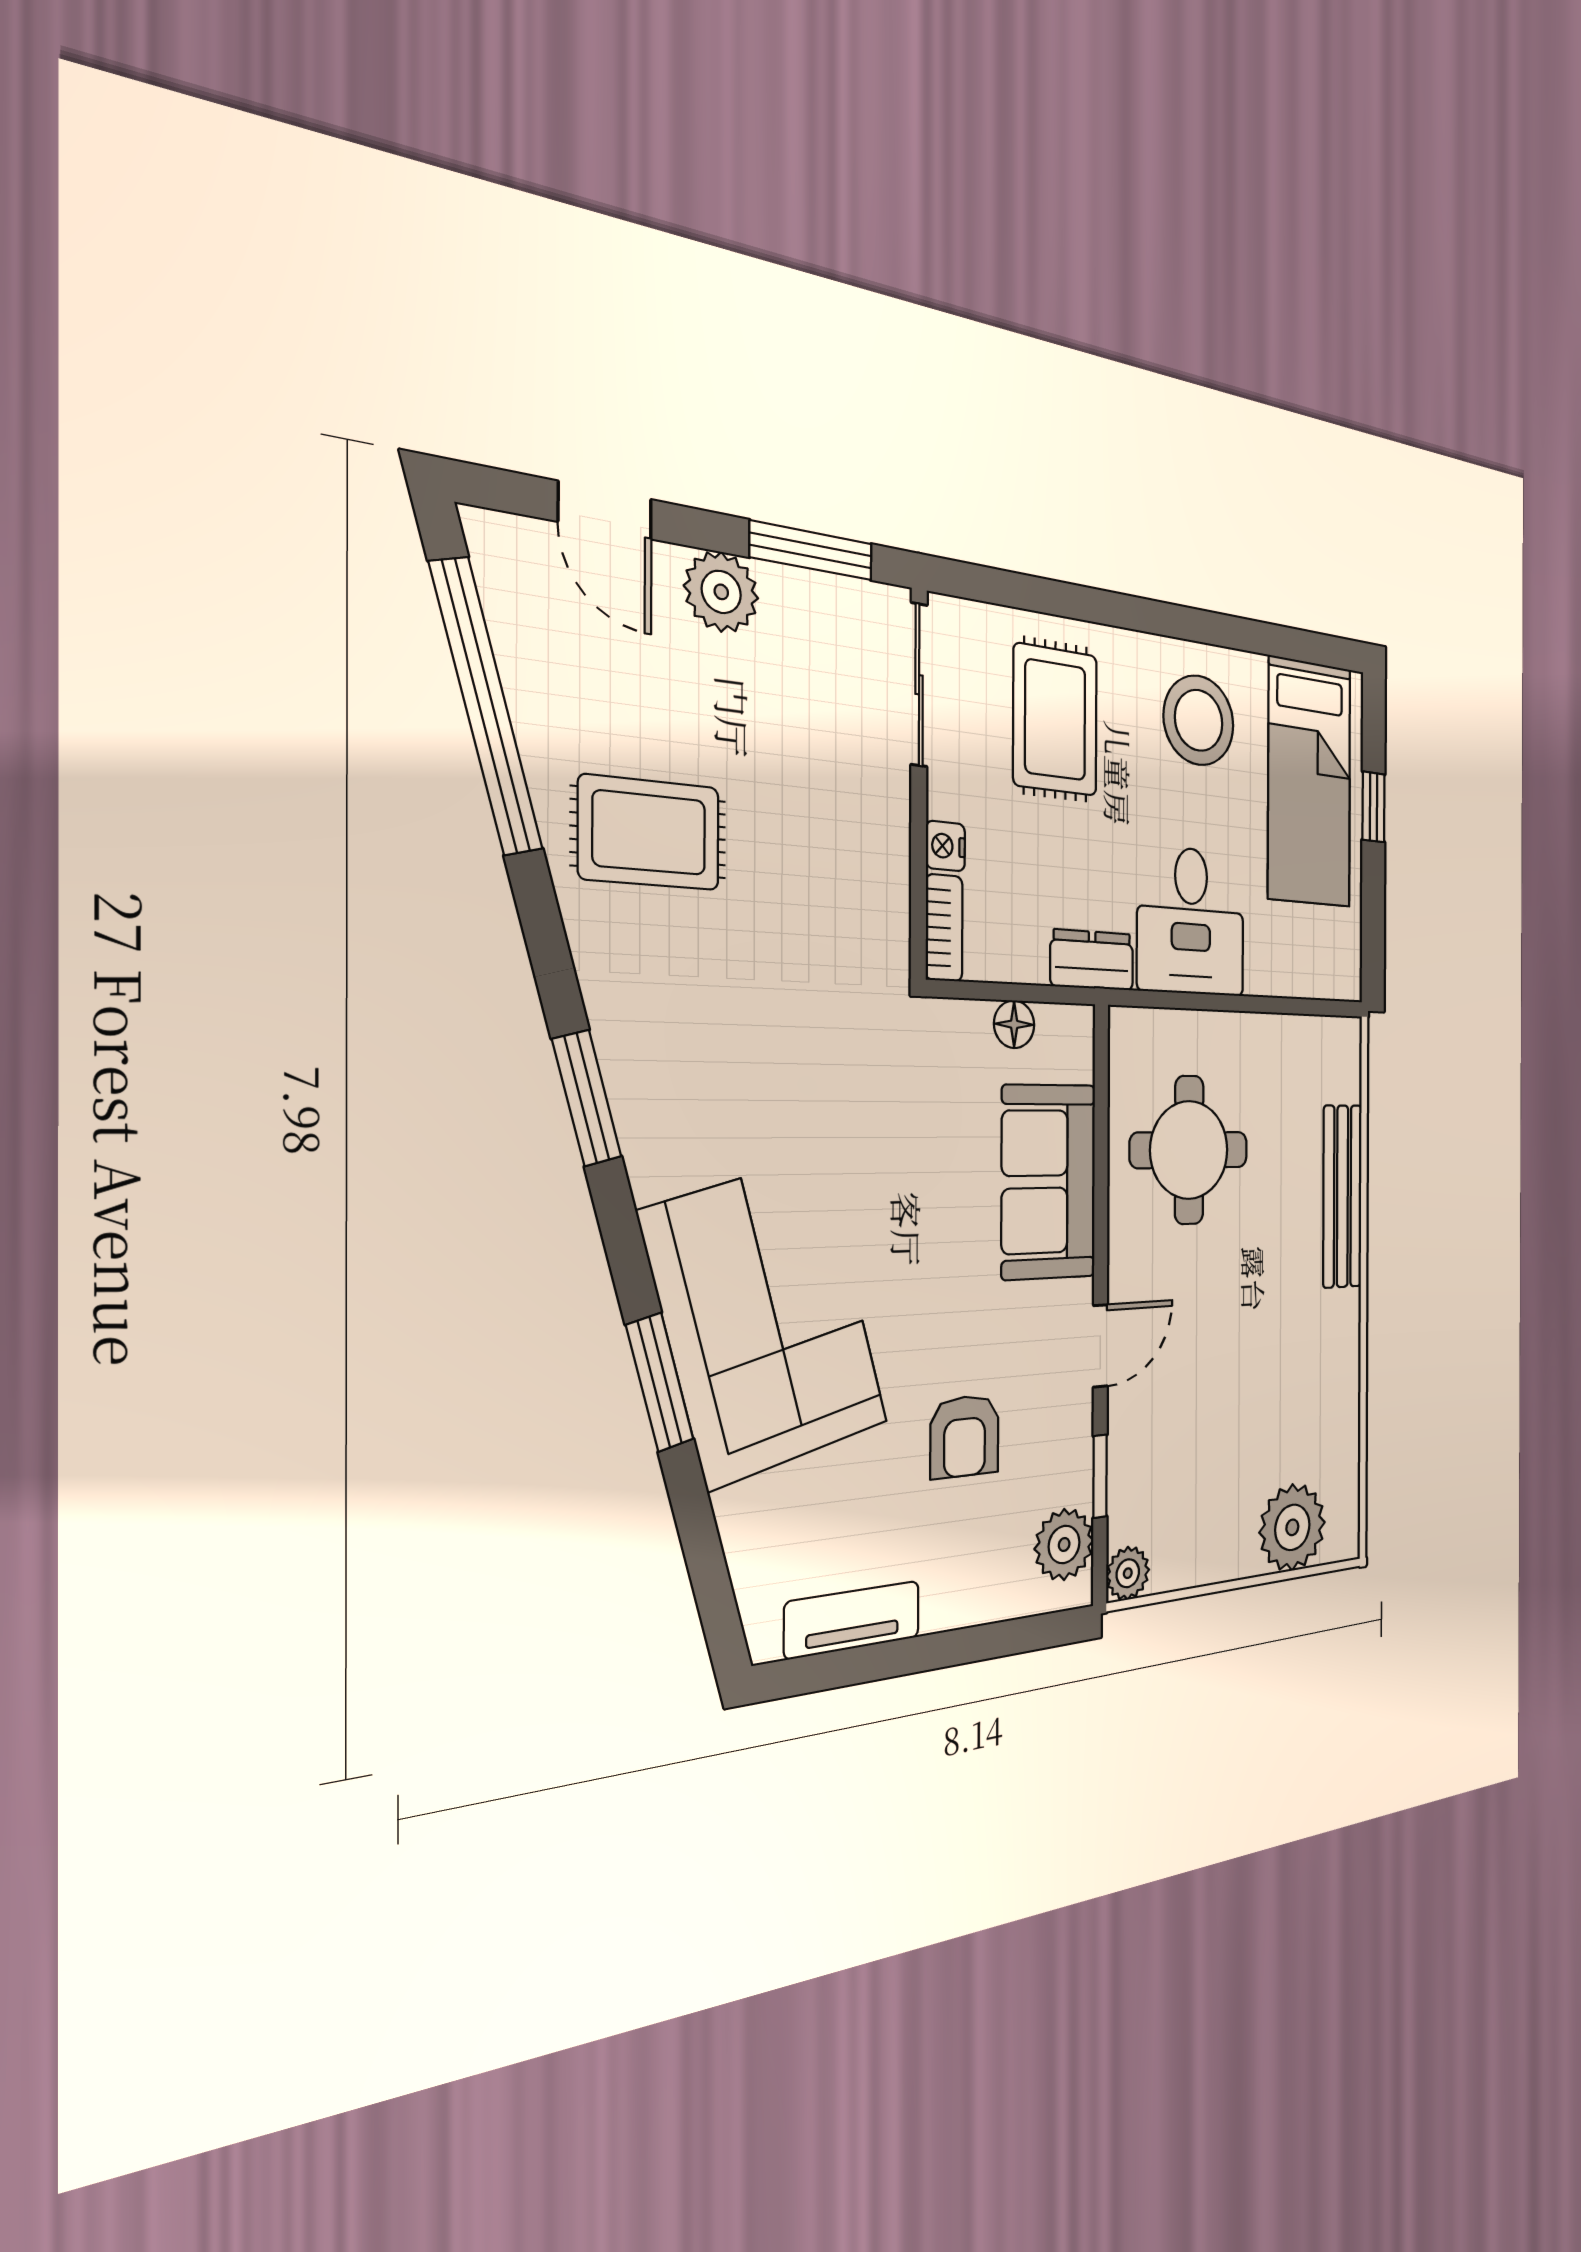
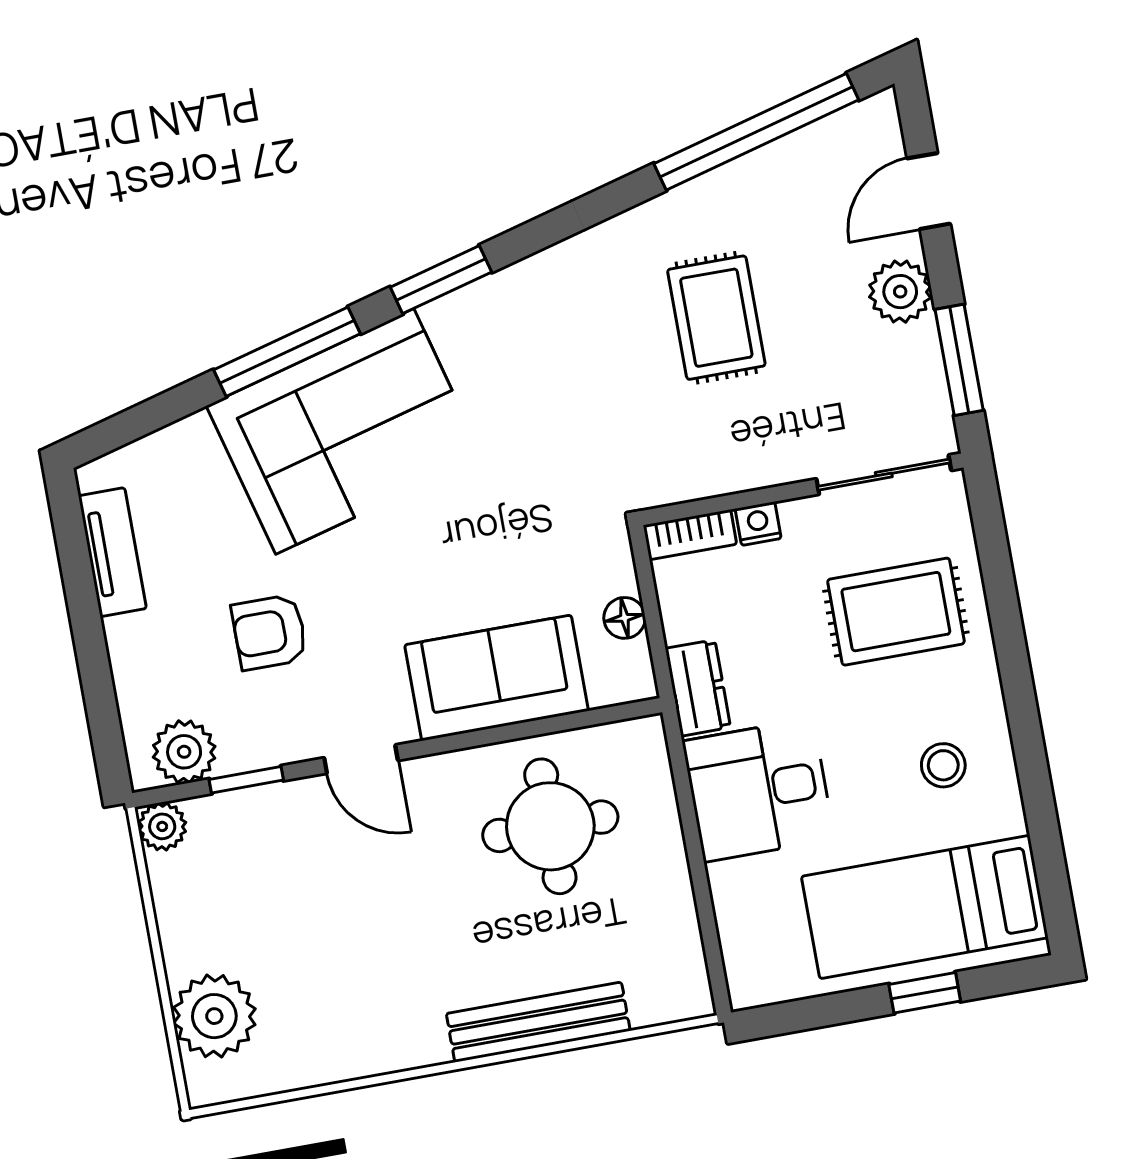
stool: (1199, 720) -> (943, 765), width x0.53, depth x0.53
rug: (649, 833) -> (716, 318), moved
window: (587, 1098) -> (441, 280), moved
window: (660, 1382) -> (287, 352), width x1.44

